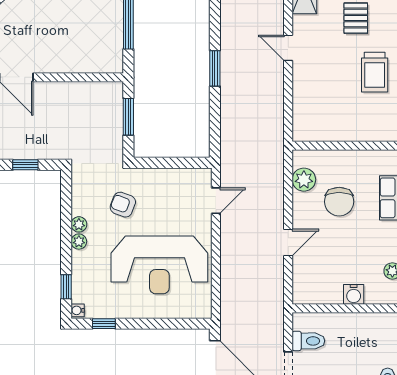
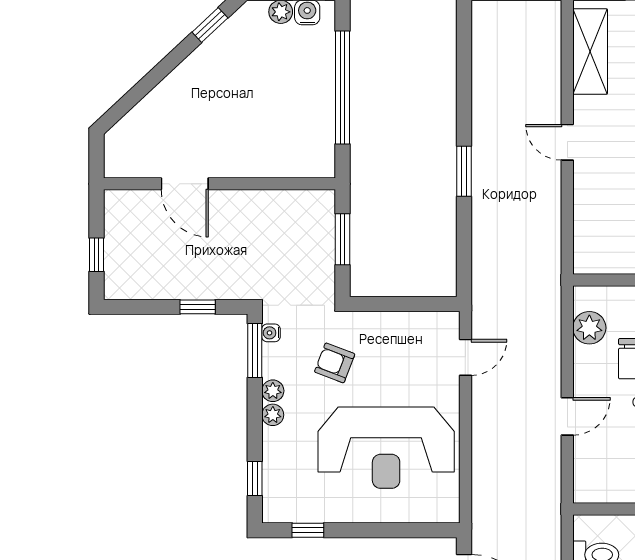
window: (66, 196) -> (255, 350), added
water cooler: (78, 310) -> (271, 333), moved

